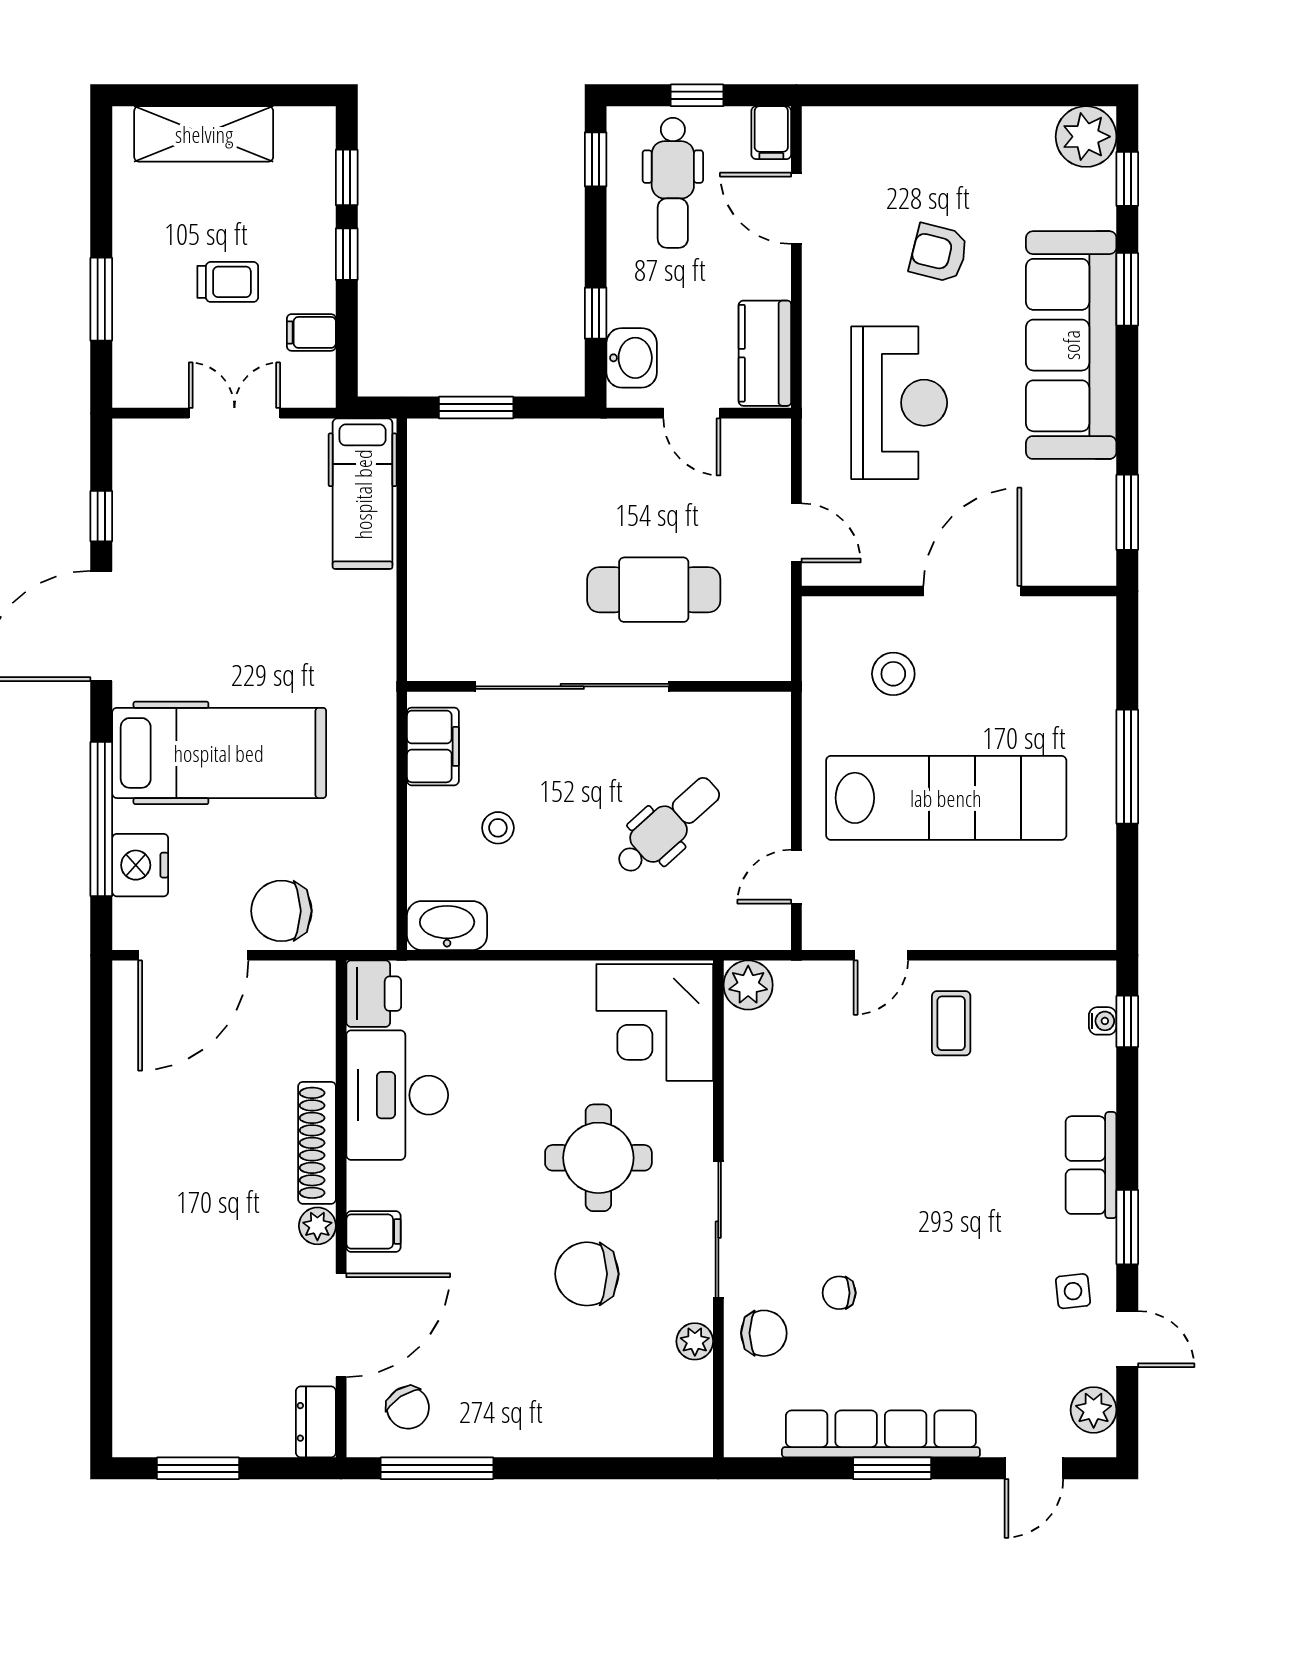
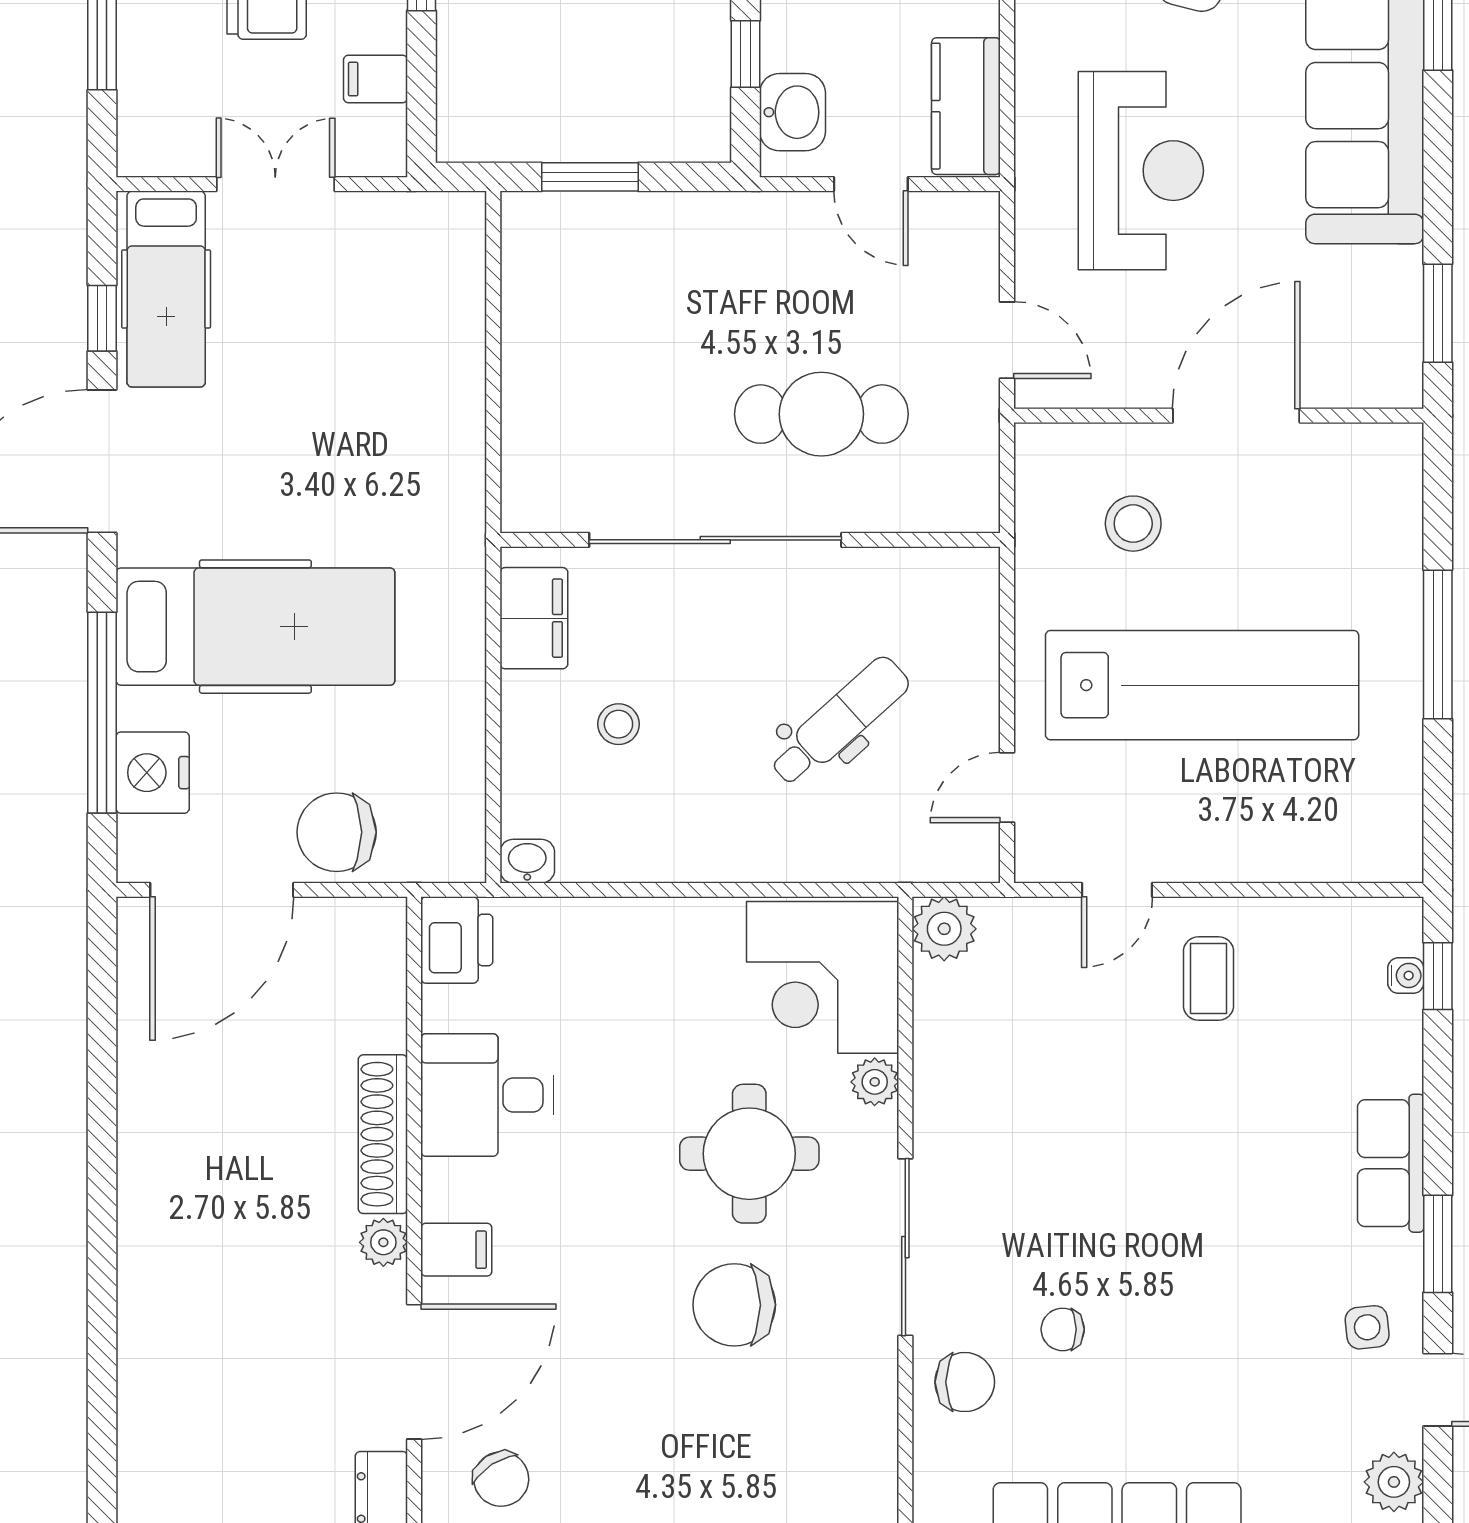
hospital bed: (363, 494) -> (166, 289), moved
washbasin: (447, 926) -> (527, 861), width x0.52, depth x0.69
desk: (397, 1095) -> (487, 1095), width x0.73
plant: (695, 1341) -> (875, 1082), moved

